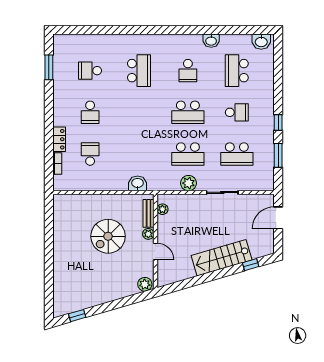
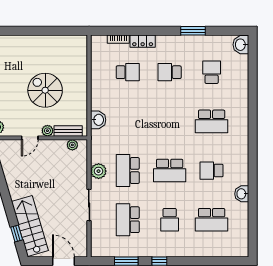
washbasin: (261, 42) -> (241, 45), moved
window: (49, 67) -> (193, 31), moved
school desk: (237, 71) -> (212, 220), turned 180
school desk: (188, 112) -> (170, 171), turned -90
stairs: (222, 258) -> (30, 226), moved

